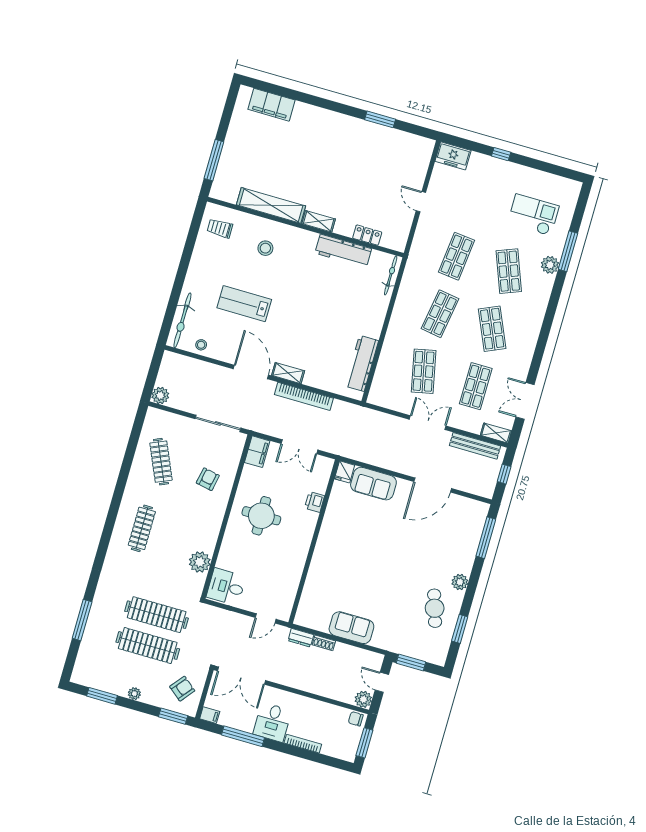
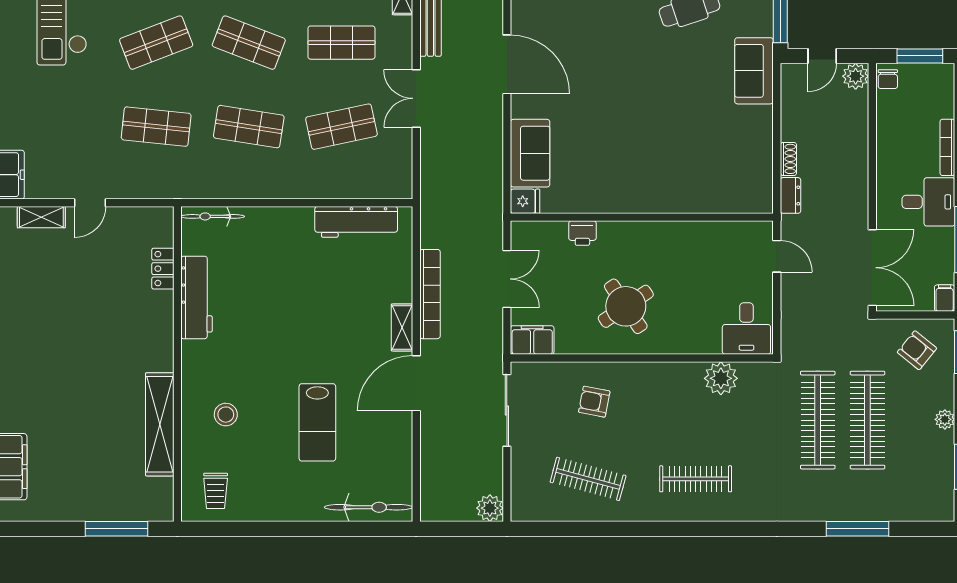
shelving: (319, 221) -> (41, 217), moved, turned 90
shop shelf: (492, 329) -> (249, 43), turned 45
stool: (201, 345) -> (397, 469), removed
clothes rail: (161, 462) -> (588, 479), turned 39
round table: (261, 516) -> (626, 306), turned -34
sofa: (351, 628) -> (754, 71), moved

